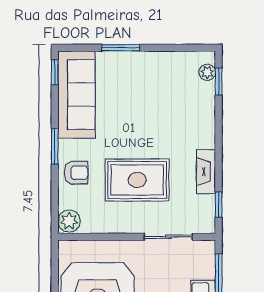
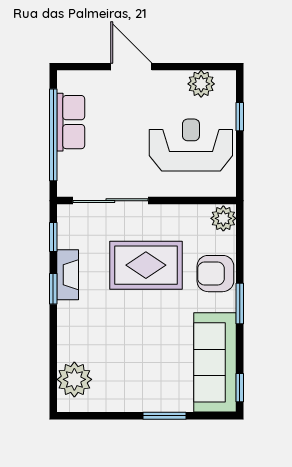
plant: (207, 72) -> (74, 379), width x1.88, depth x1.88
window: (219, 81) -> (53, 289), moved
armchair: (76, 173) -> (215, 274), width x1.38, depth x1.38
sliding door: (168, 237) -> (110, 201), width x1.37

